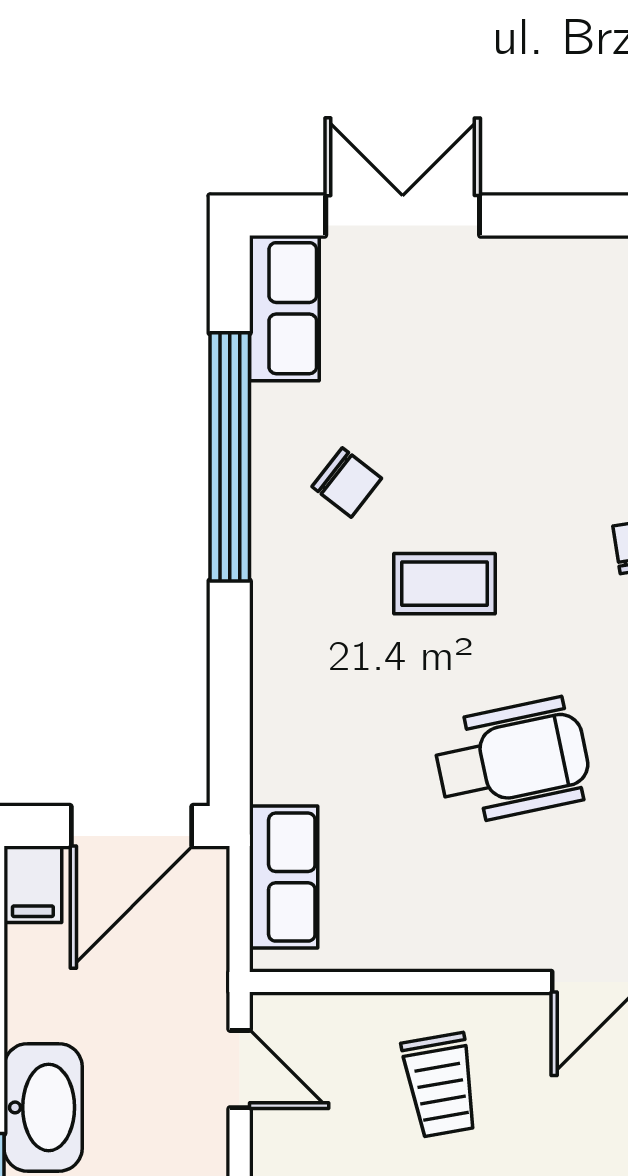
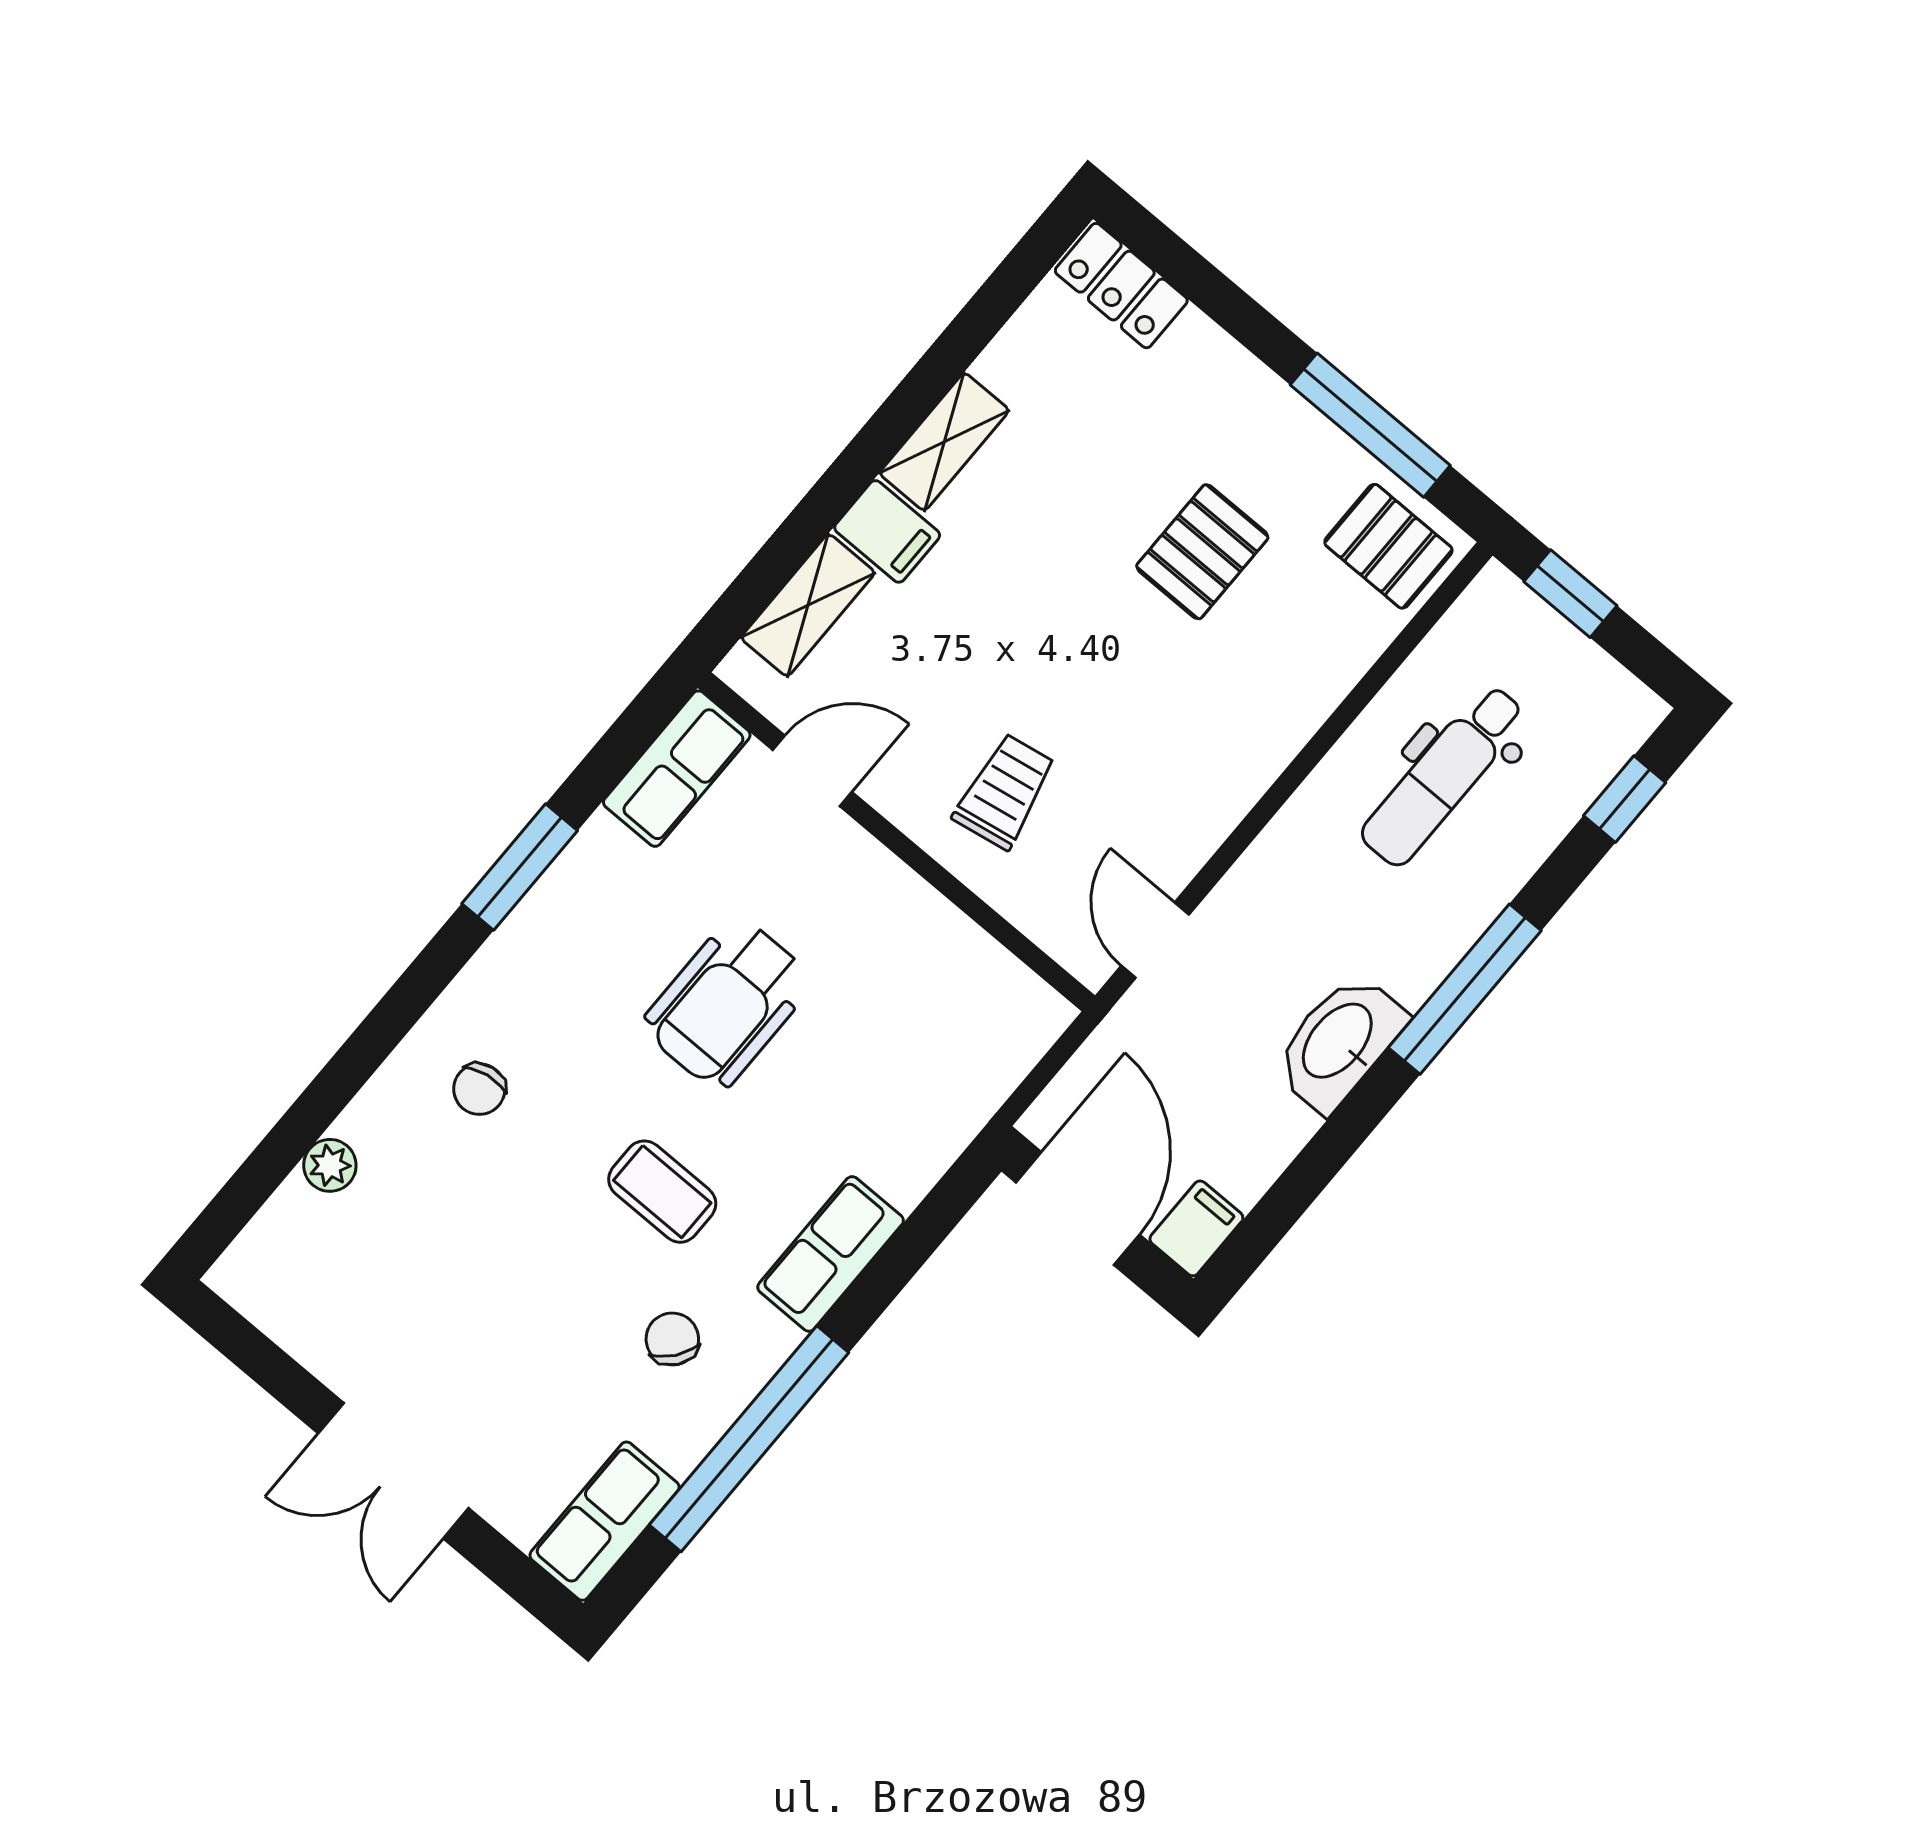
double door: (403, 216) -> (393, 1471), moved
wheelchair: (512, 761) -> (728, 1003), turned -78
door: (132, 826) -> (1078, 1209), hinge flipped
row of seats: (284, 877) -> (831, 1254), moved

